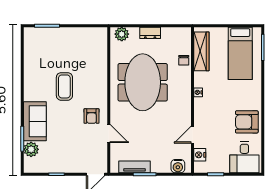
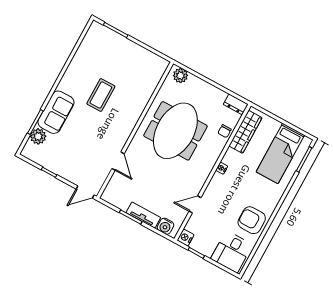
dresser: (150, 33) -> (236, 104), moved
armchair: (91, 116) -> (111, 136), removed
nightstand: (200, 155) -> (185, 238), moved
tv unit: (135, 167) -> (143, 215), moved

